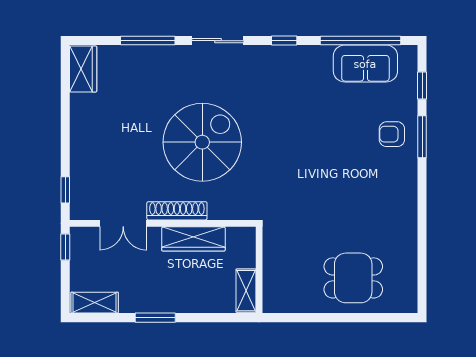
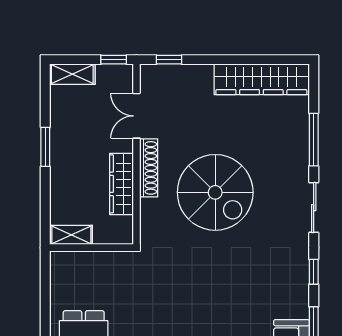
wardrobe: (83, 69) -> (261, 79), width x2.10, depth x1.17
shelving: (95, 303) -> (72, 74), moved, turned 90

